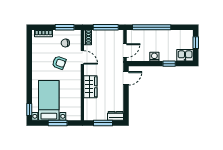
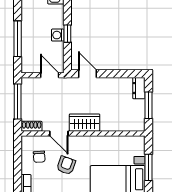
window: (65, 27) -> (18, 158), removed
window: (152, 27) -> (18, 39), width x0.68
door: (82, 57) -> (59, 133), swing flipped
window: (169, 64) -> (67, 34), moved
wardrobe: (90, 87) -> (85, 123), moved

